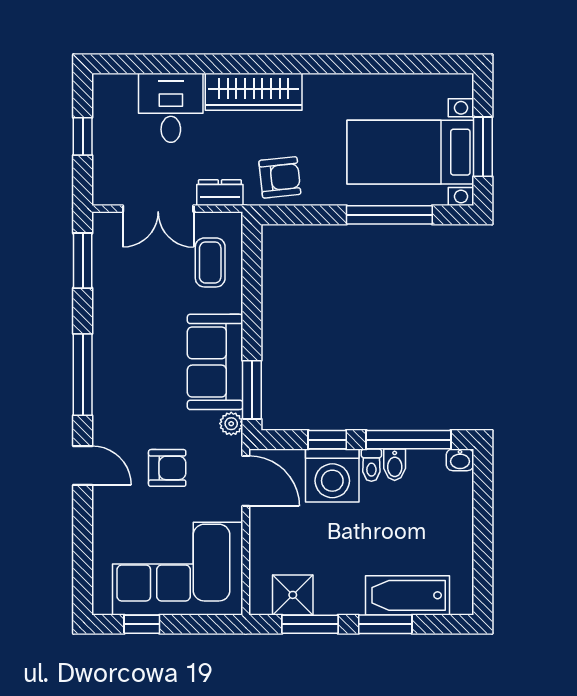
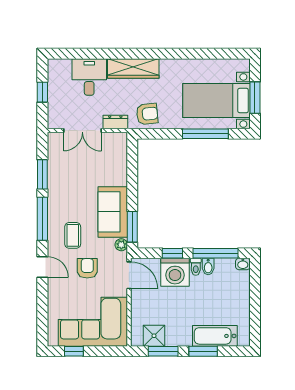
window: (83, 261) -> (42, 174), moved
coffee table: (210, 262) -> (73, 235), moved
armchair: (167, 468) -> (87, 268), turned -90

